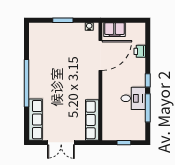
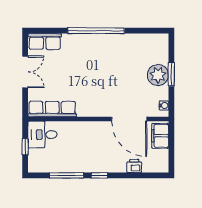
plant: (64, 31) -> (158, 75), added
desk: (133, 98) -> (42, 135), moved, turned 90
row of seats: (35, 120) -> (45, 41), width x0.68
double door: (61, 143) -> (25, 72), swing flipped

